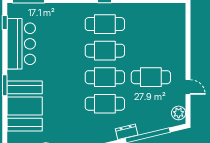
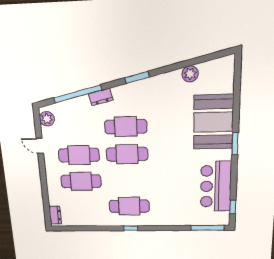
dresser: (180, 15) -> (55, 215), added
cafe table: (105, 51) -> (81, 181), moved

